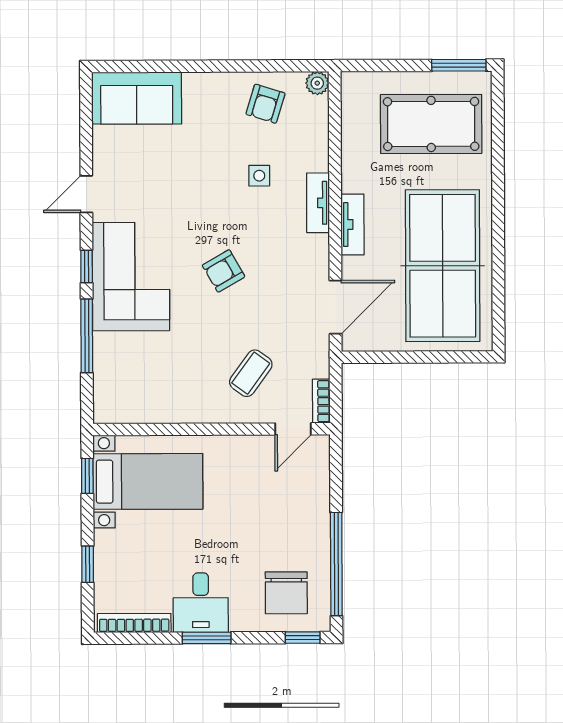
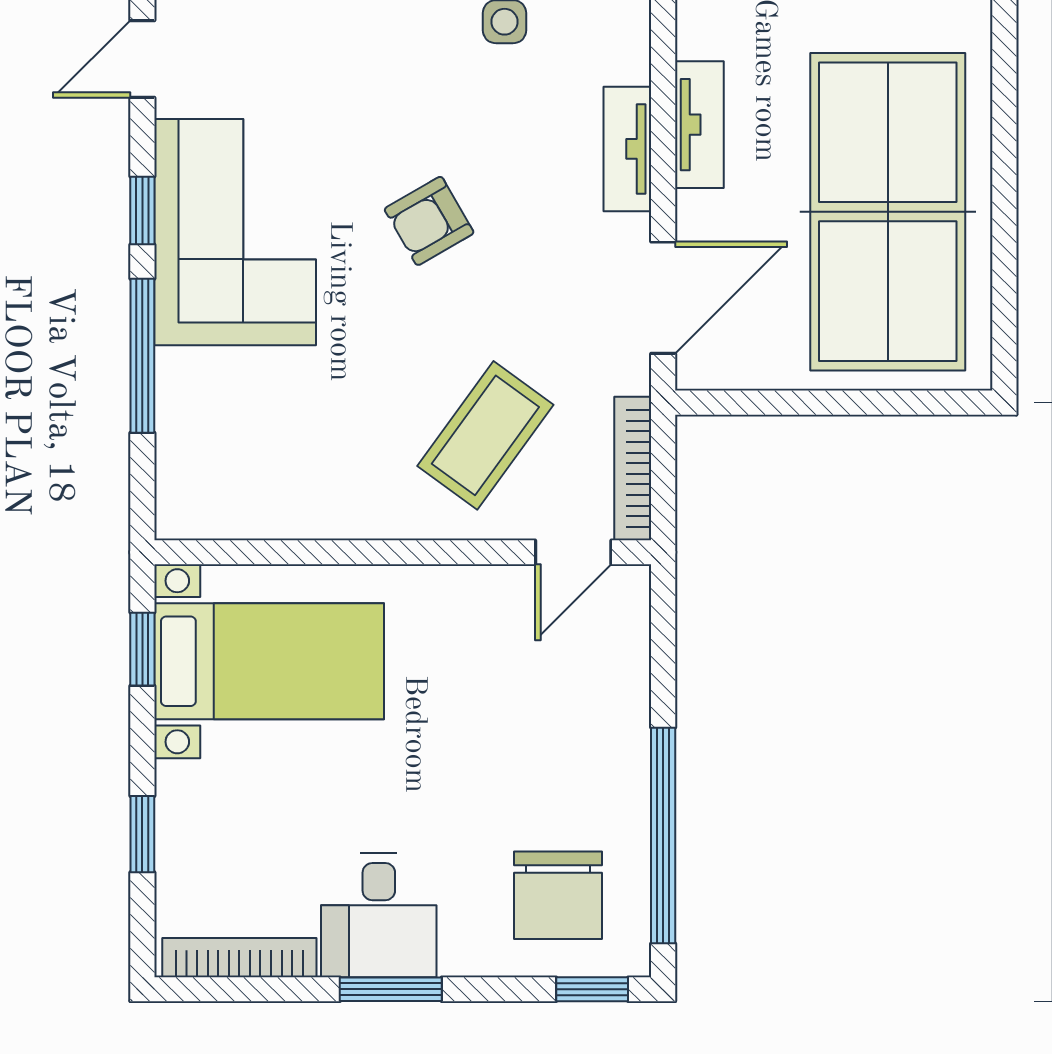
tv unit: (318, 203) -> (627, 149), moved
coffee table: (251, 373) -> (485, 435), width x1.36, depth x1.30
bookcase: (321, 401) -> (633, 468), width x1.56

